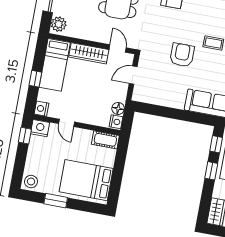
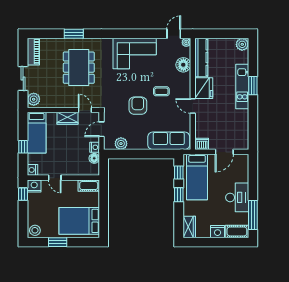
wardrobe: (89, 53) -> (67, 118), width x0.67
plant: (153, 97) -> (121, 144), added
nightstand: (116, 122) -> (95, 147), moved

